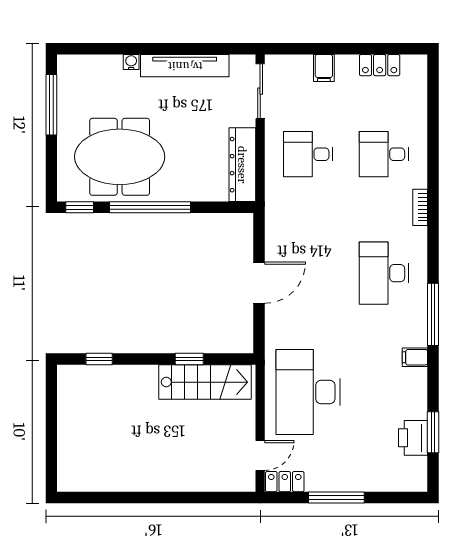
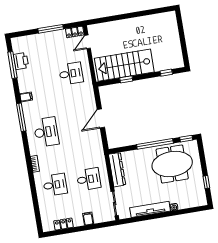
window: (51, 105) -> (206, 182), width x0.46
stairs: (205, 382) -> (124, 65), width x1.36, depth x1.51
desk: (308, 392) -> (71, 74), width x0.53, depth x0.77
window: (433, 432) -> (12, 65), width x1.44

